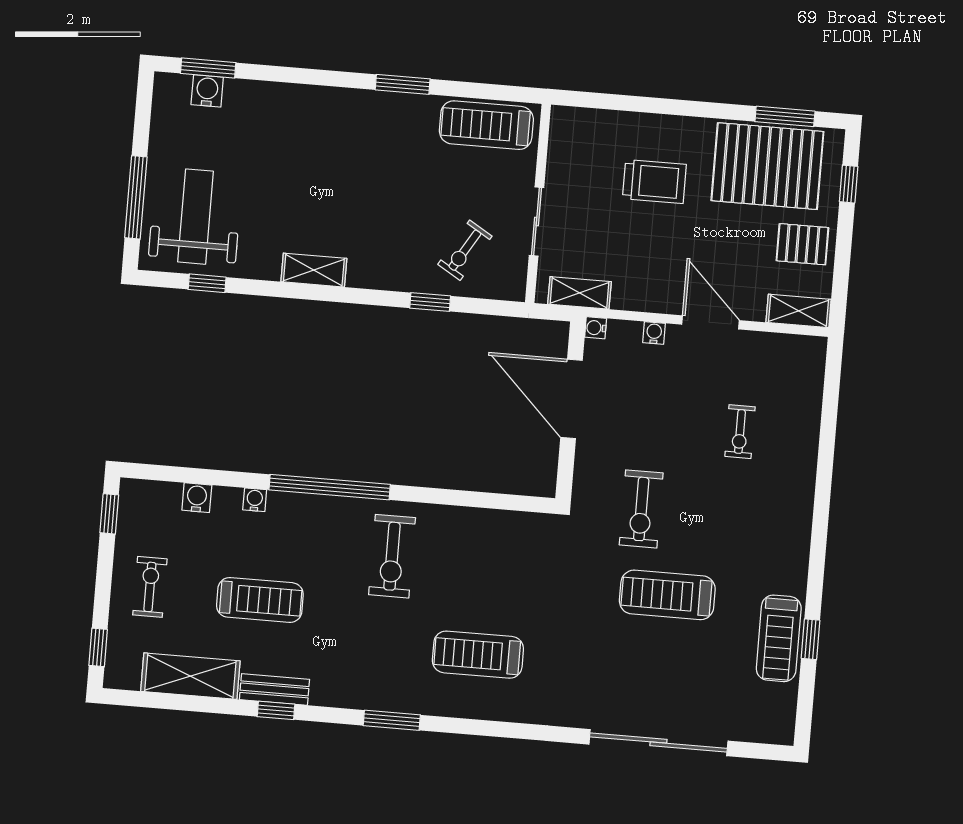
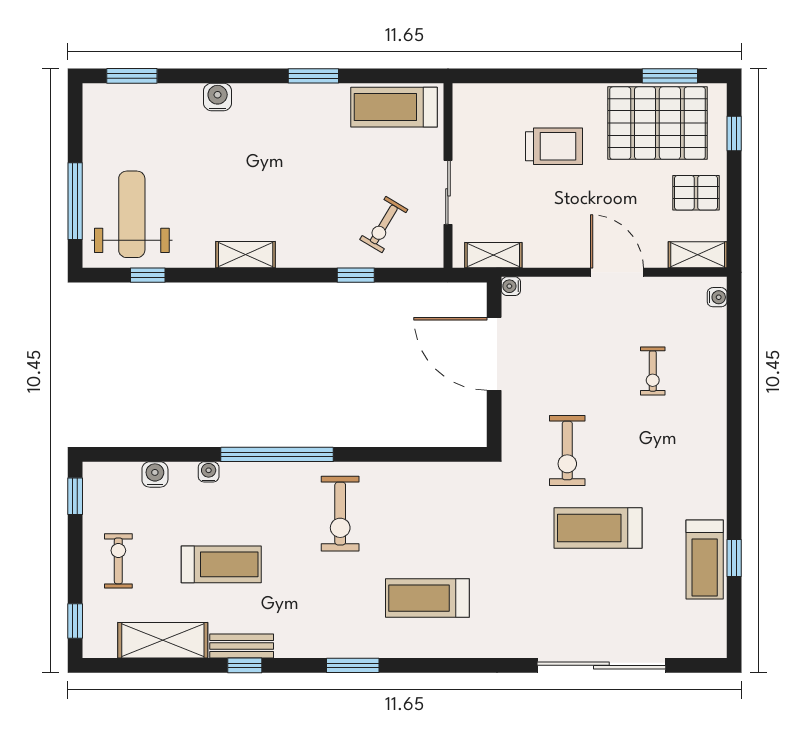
water cooler: (207, 91) -> (218, 97), moved
water cooler: (654, 333) -> (717, 297), moved, turned 90

